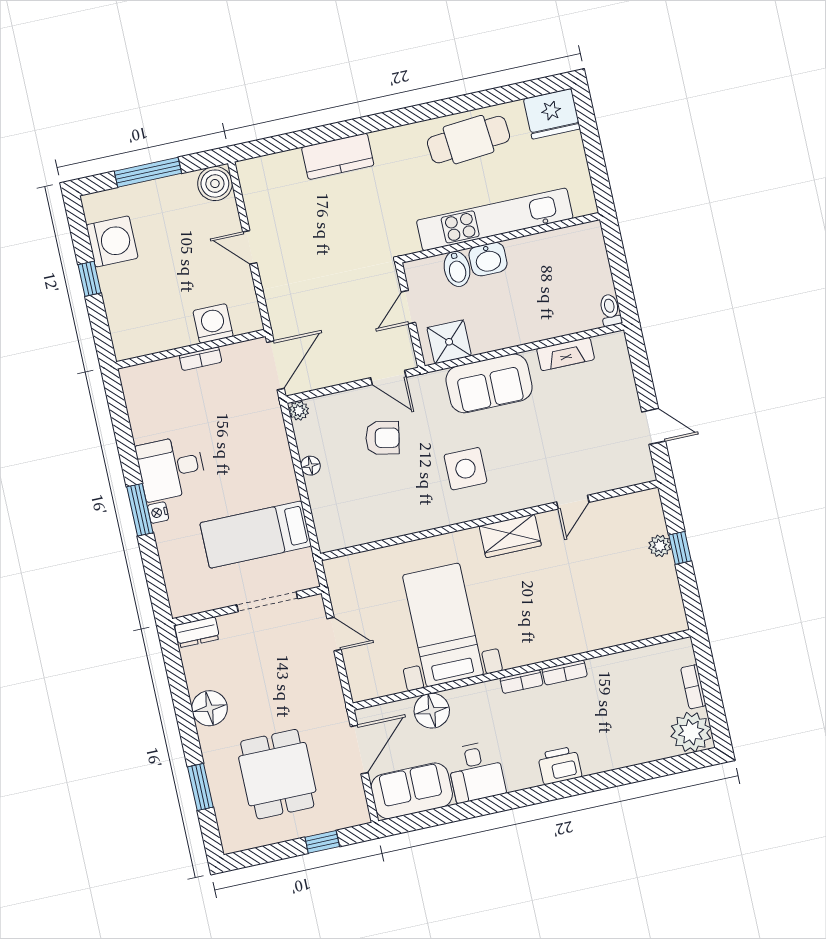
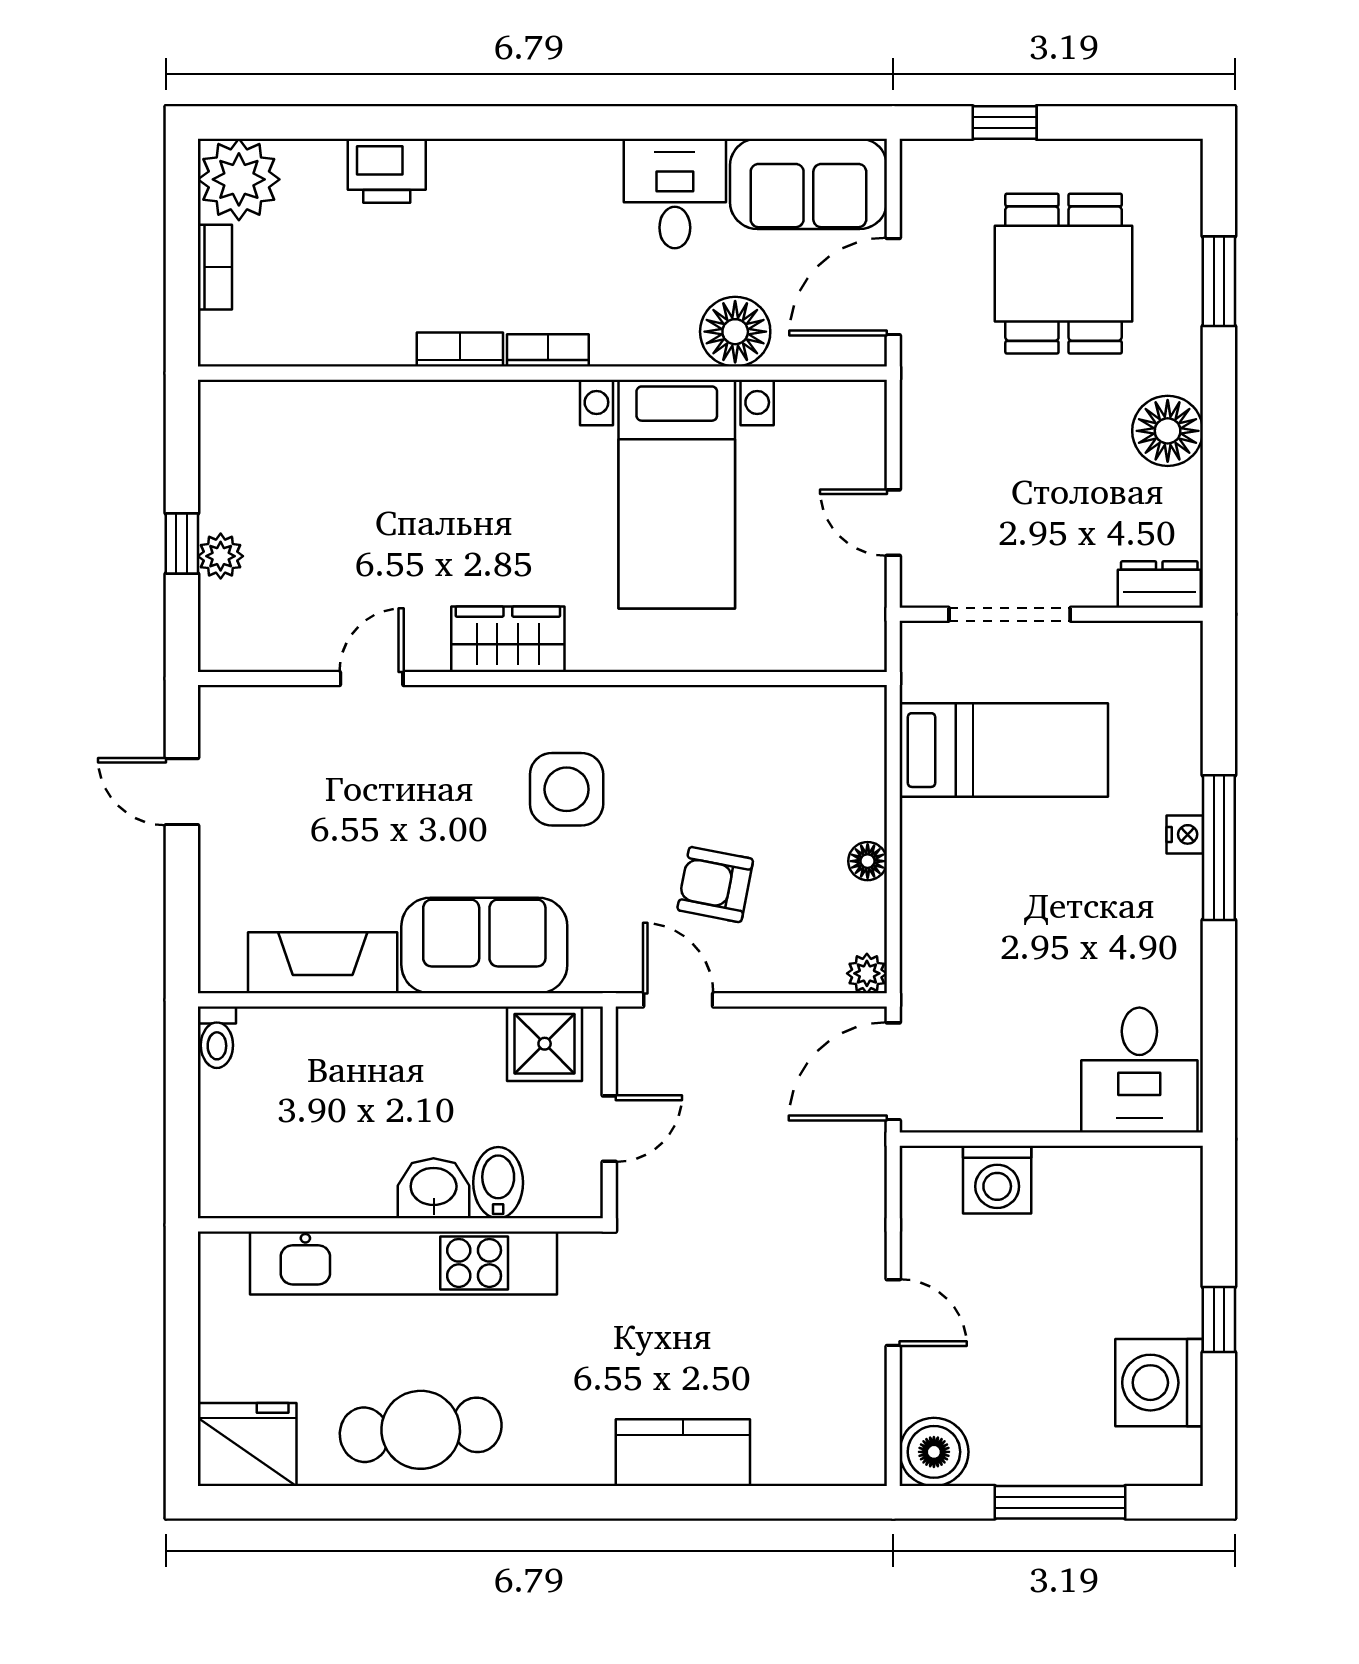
fireplace: (566, 354) -> (323, 963), width x1.37, depth x1.32
bookcase: (201, 359) -> (1037, 1117), removed
desk: (171, 468) -> (1139, 1070), moved, turned 90
window: (140, 510) -> (1219, 848), width x1.44
printer: (560, 765) -> (387, 171), moved

